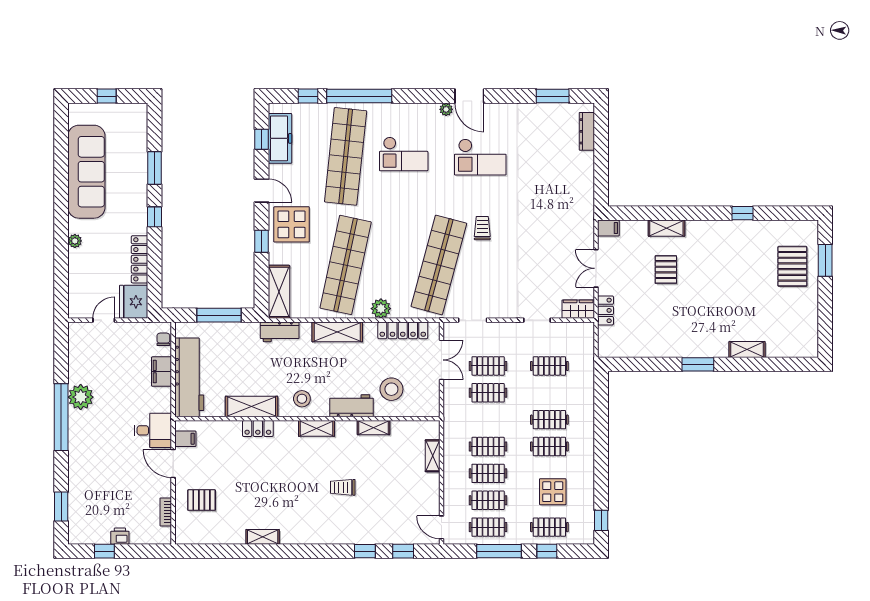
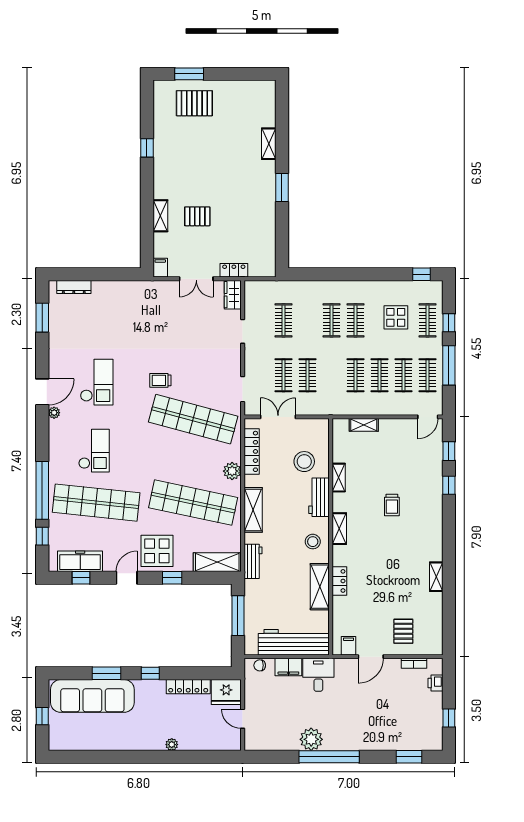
sofa: (86, 172) -> (92, 696), moved, turned 180
desk: (153, 430) -> (318, 675), moved
printer: (120, 536) -> (435, 683), moved

